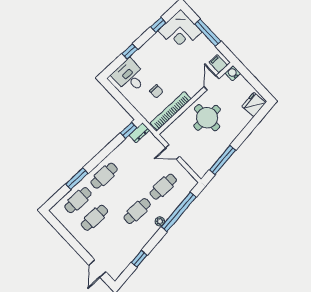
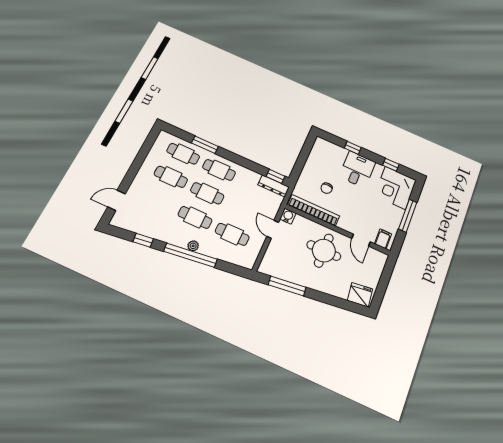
water cooler: (233, 73) -> (288, 216), moved
desk: (130, 76) -> (357, 169), moved
door: (211, 83) -> (361, 240), swing flipped
dresser: (139, 133) -> (274, 186), width x1.44
cafe table: (121, 193) -> (207, 193), added
window: (179, 212) -> (190, 255), moved

